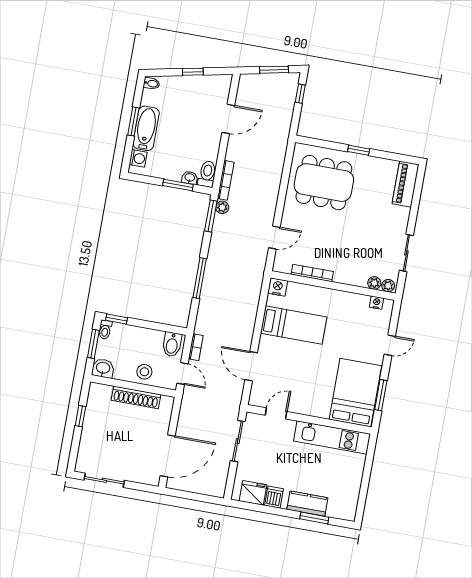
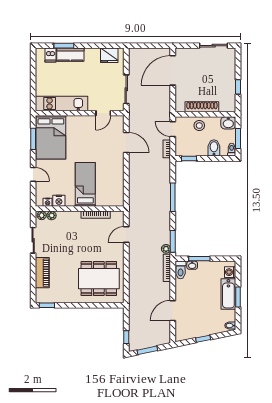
window: (359, 150) -> (47, 305), moved
piano: (406, 184) -> (42, 273), moved
nightstand: (278, 287) -> (59, 201), moved
window: (117, 319) -> (189, 159), moved
bed: (294, 325) -> (85, 184), moved, turned 90
bidet: (172, 344) -> (214, 148), moved
door: (390, 345) -> (33, 174), swing flipped
dishwasher: (274, 497) -> (50, 55), moved

